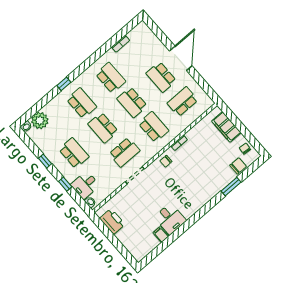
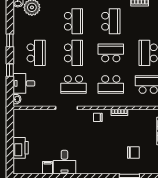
school desk: (132, 102) -> (111, 53), turned 90
school desk: (154, 127) -> (111, 85), turned 90
school desk: (103, 128) -> (73, 53), turned 180
chair: (238, 166) -> (133, 152), moved
printer: (112, 221) -> (21, 148), moved

